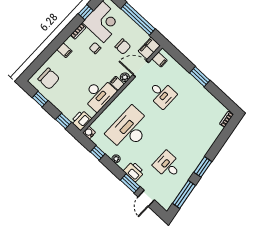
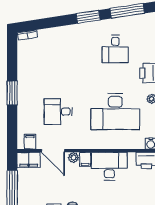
chair: (123, 47) -> (49, 184), removed
desk: (162, 94) -> (58, 112), turned -90

